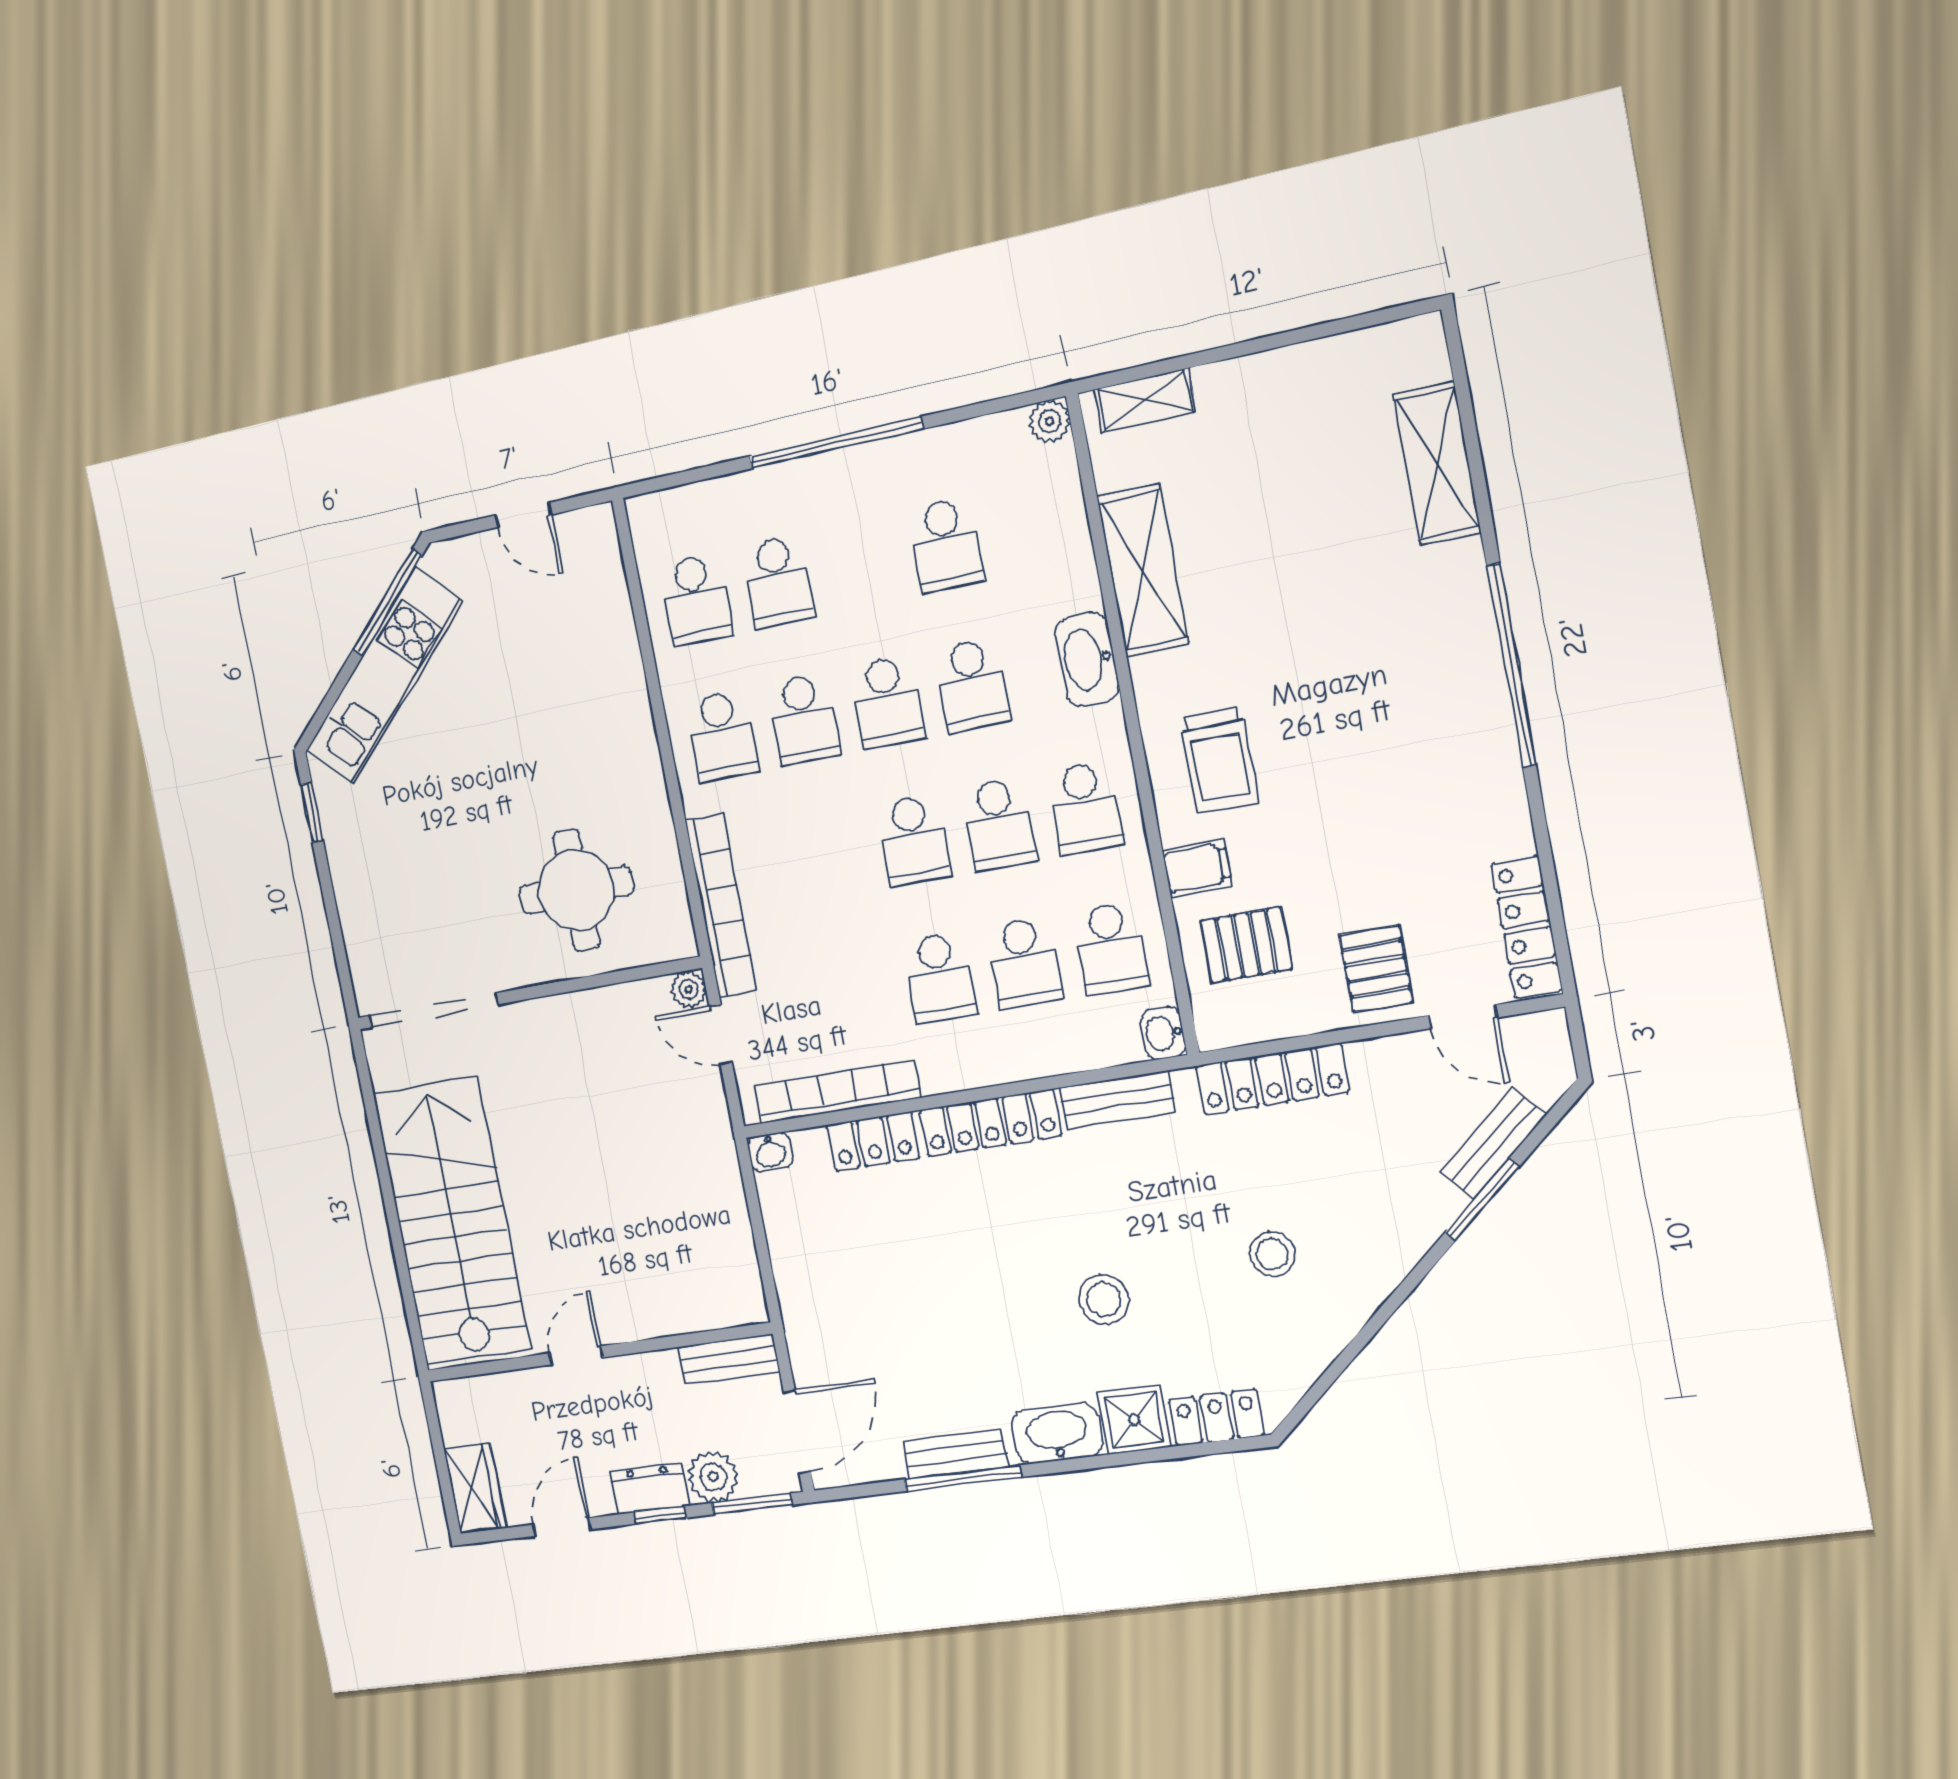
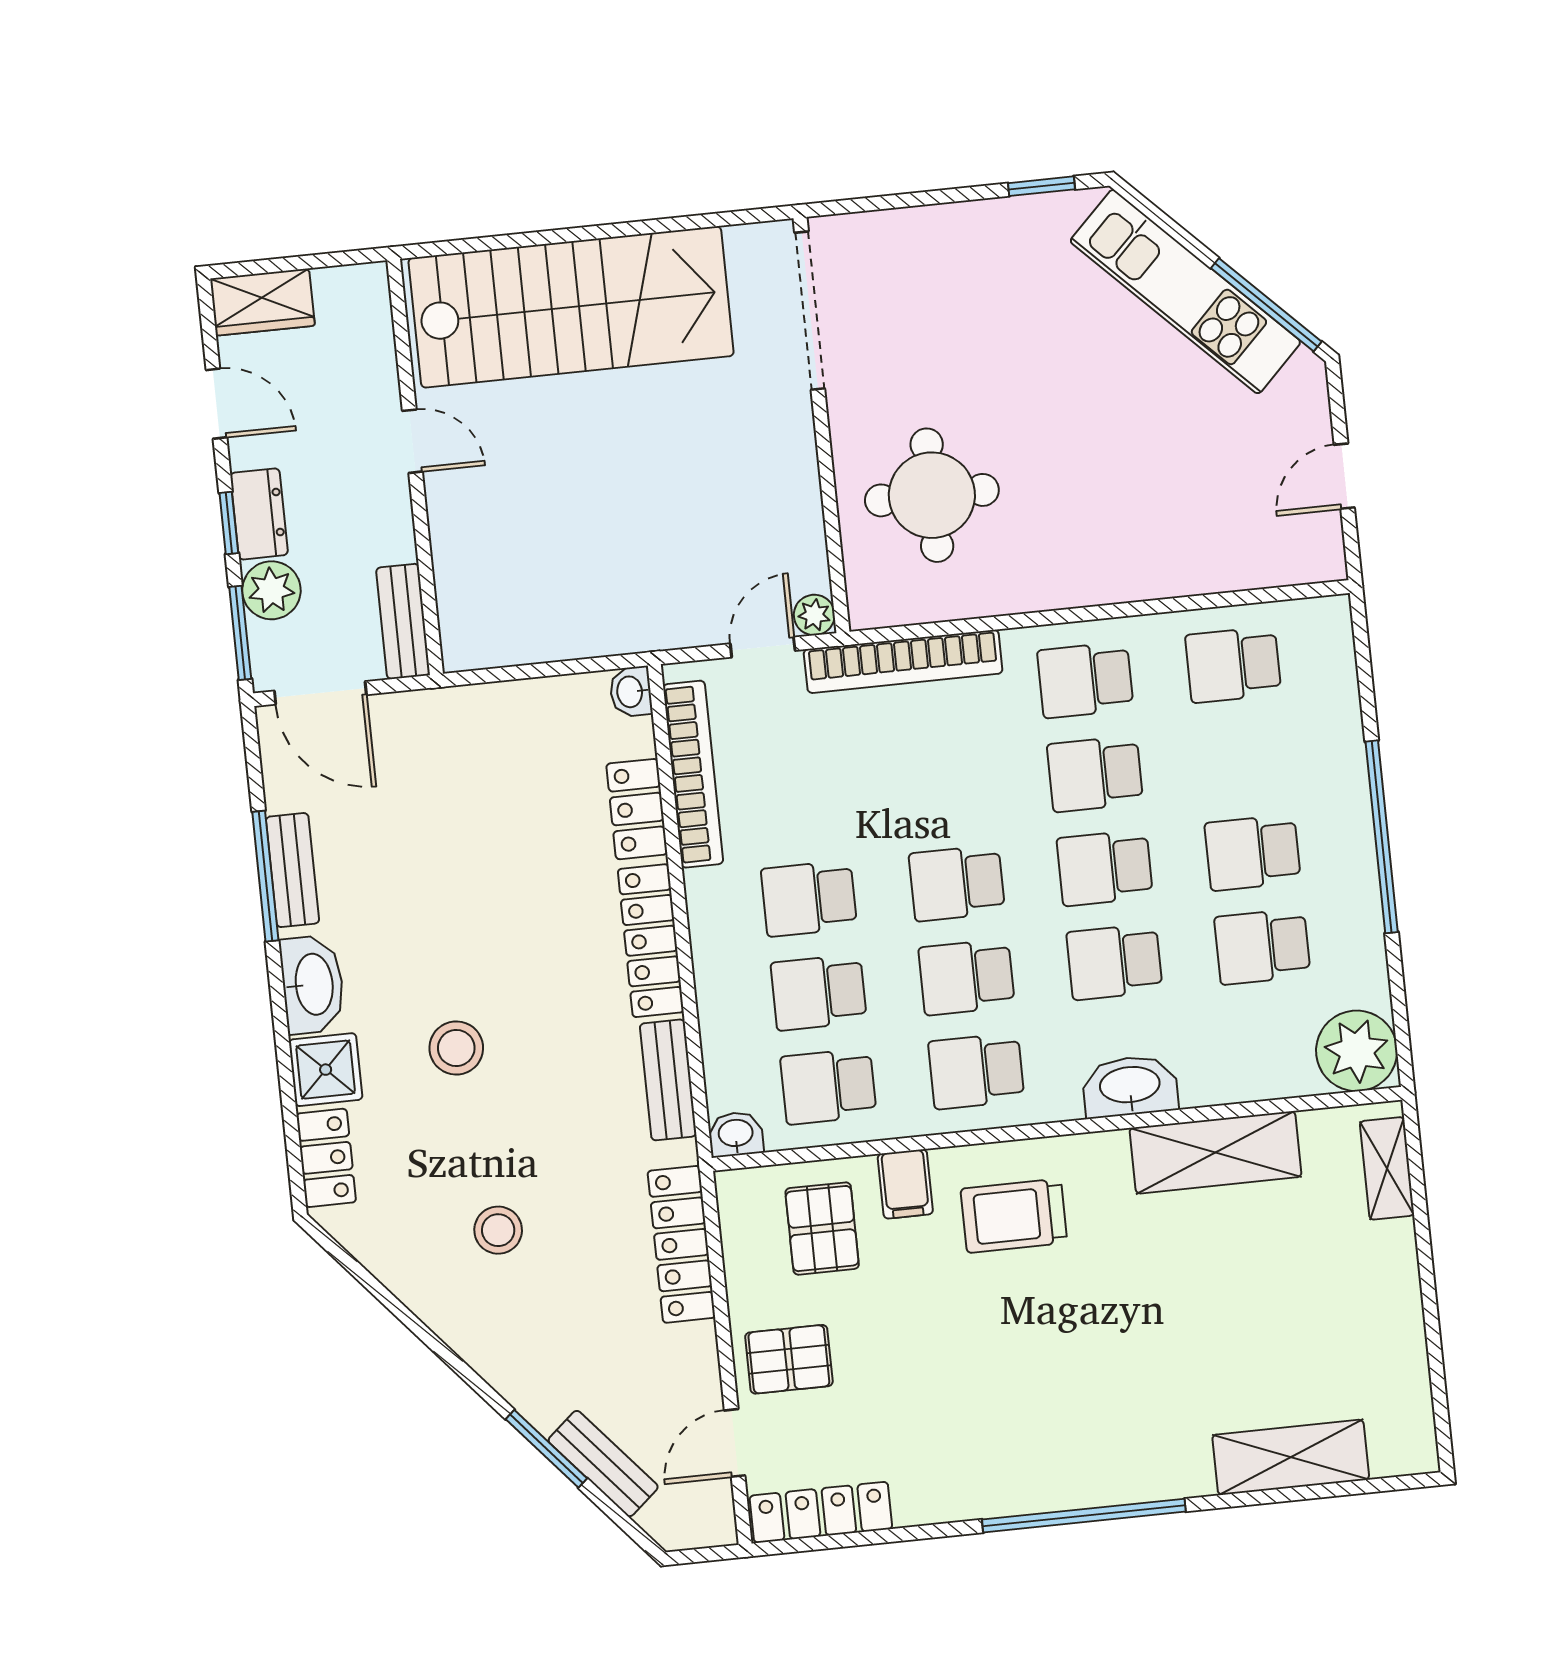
plant: (1050, 421) -> (1357, 1051), width x1.88, depth x1.88
school desk: (778, 582) -> (1253, 853), moved

